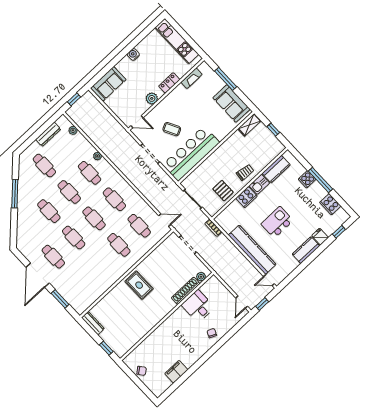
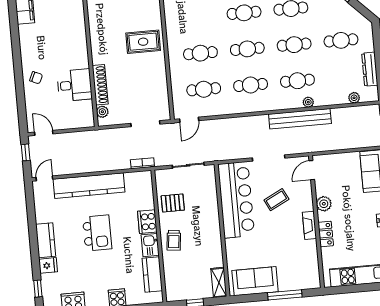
fireplace: (192, 78) -> (309, 225), moved
bench: (111, 153) -> (300, 119), added

